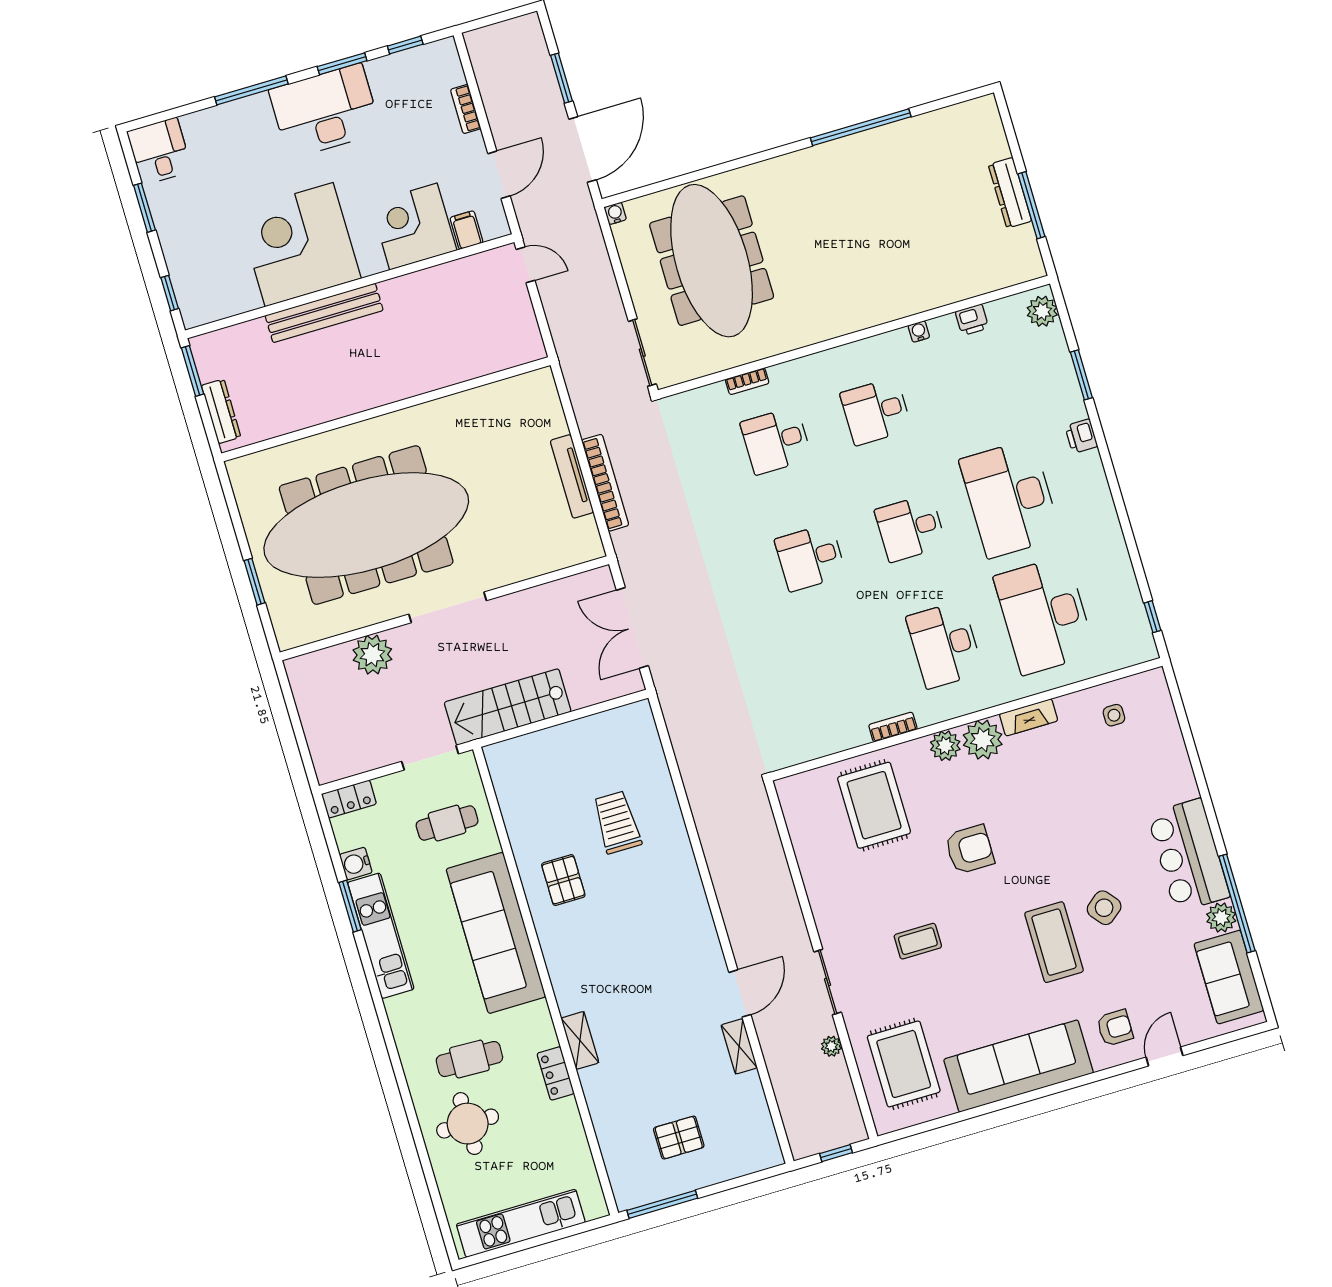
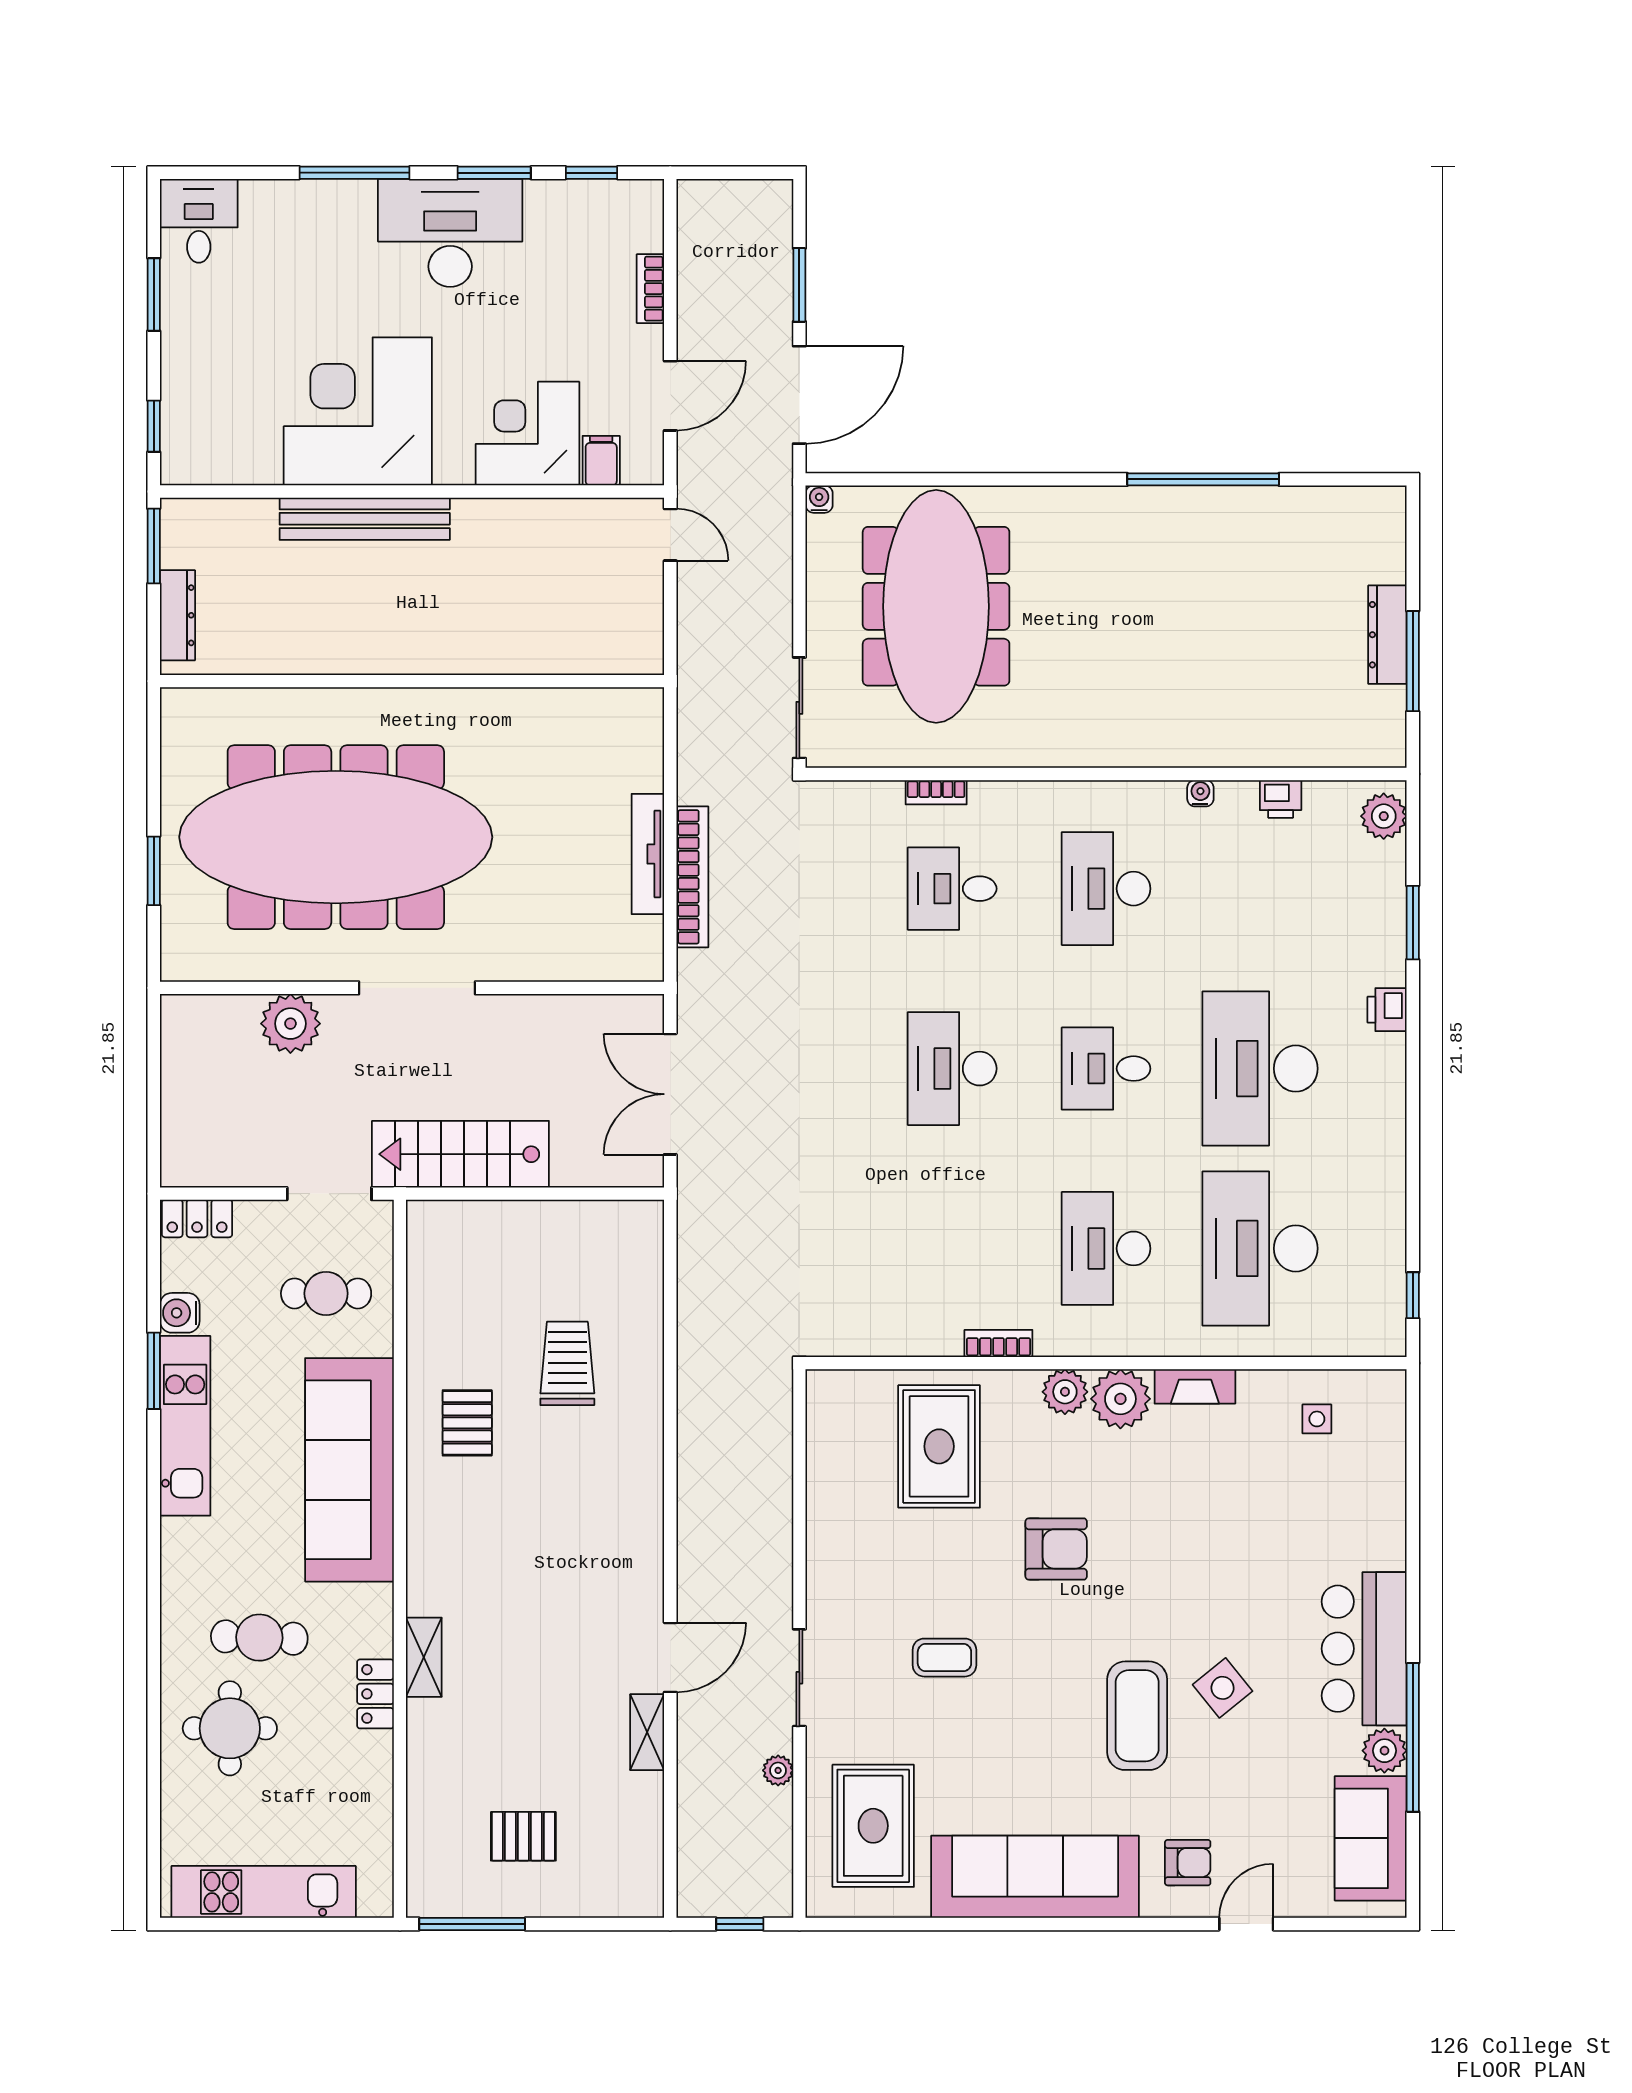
desk: (876, 411) -> (1106, 889), width x1.37
desk: (810, 557) -> (952, 1069), width x1.37

